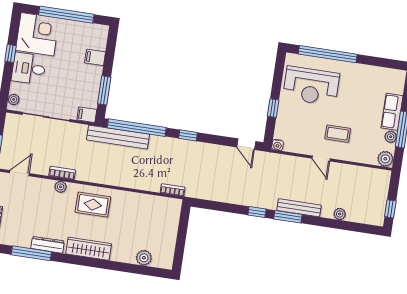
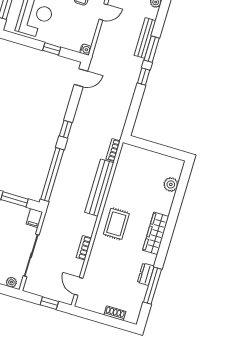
bench: (118, 137) -> (99, 188), moved
plant: (61, 187) -> (96, 251), removed
dresser: (48, 245) -> (146, 274), width x0.70

